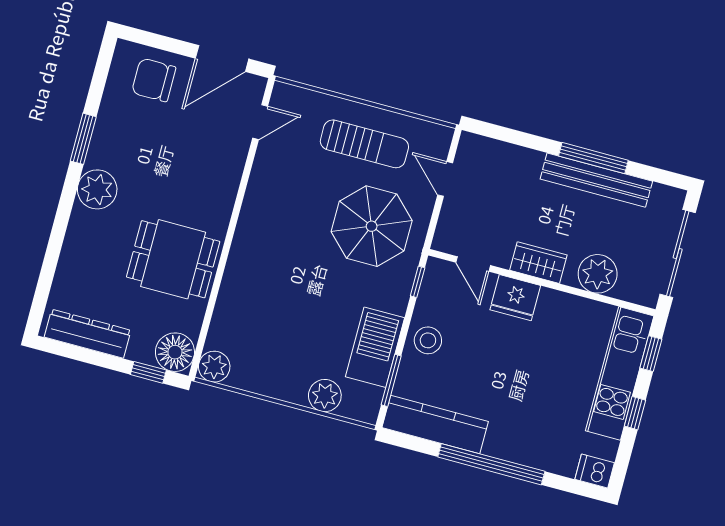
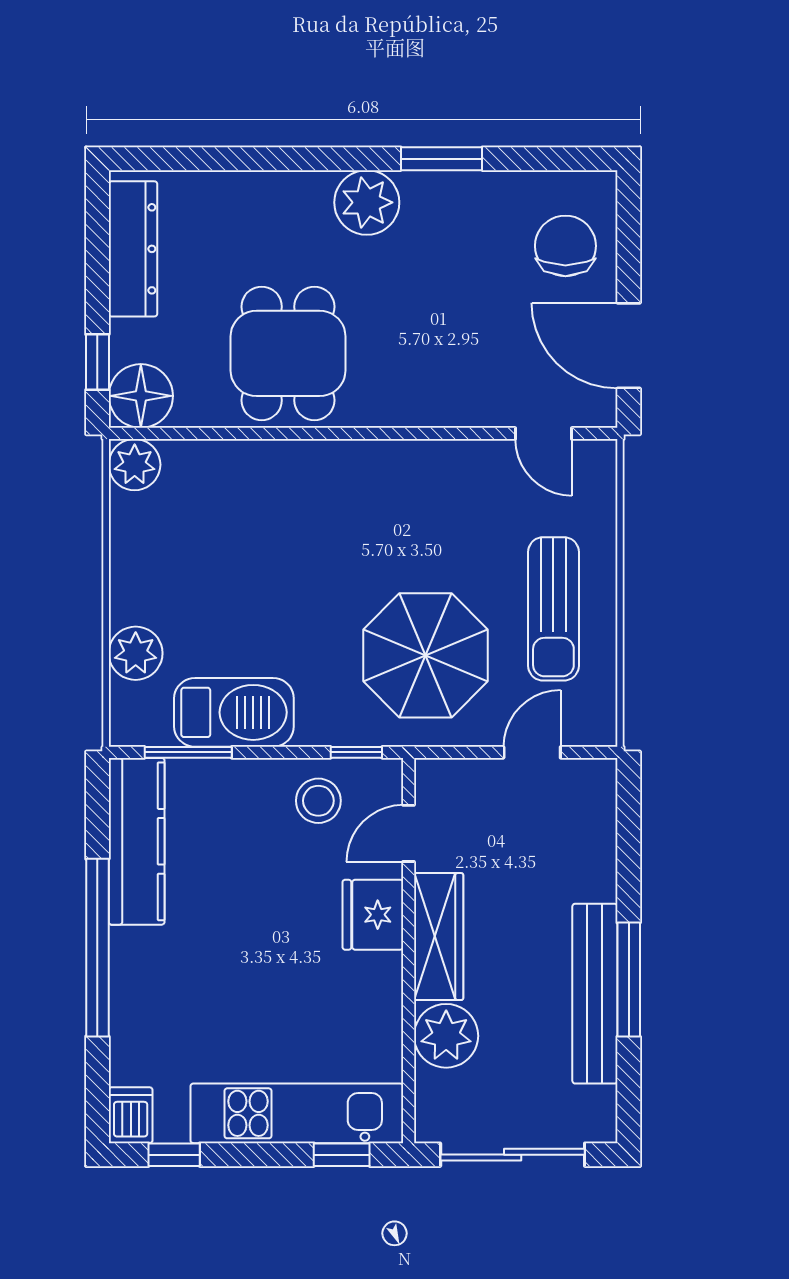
wardrobe: (538, 263) -> (439, 937), width x1.50
stool: (428, 340) -> (318, 801), moved
window: (635, 413) -> (174, 1155), moved

